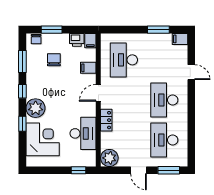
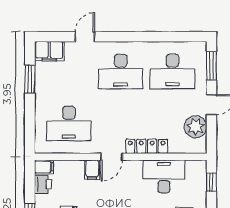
filing cabinet: (180, 39) -> (49, 51), width x2.00
filing cabinet: (88, 68) -> (92, 170), moved
door: (98, 93) -> (111, 157), hinge flipped
locker: (106, 120) -> (147, 146), width x1.53
plant: (109, 158) -> (196, 127), moved

